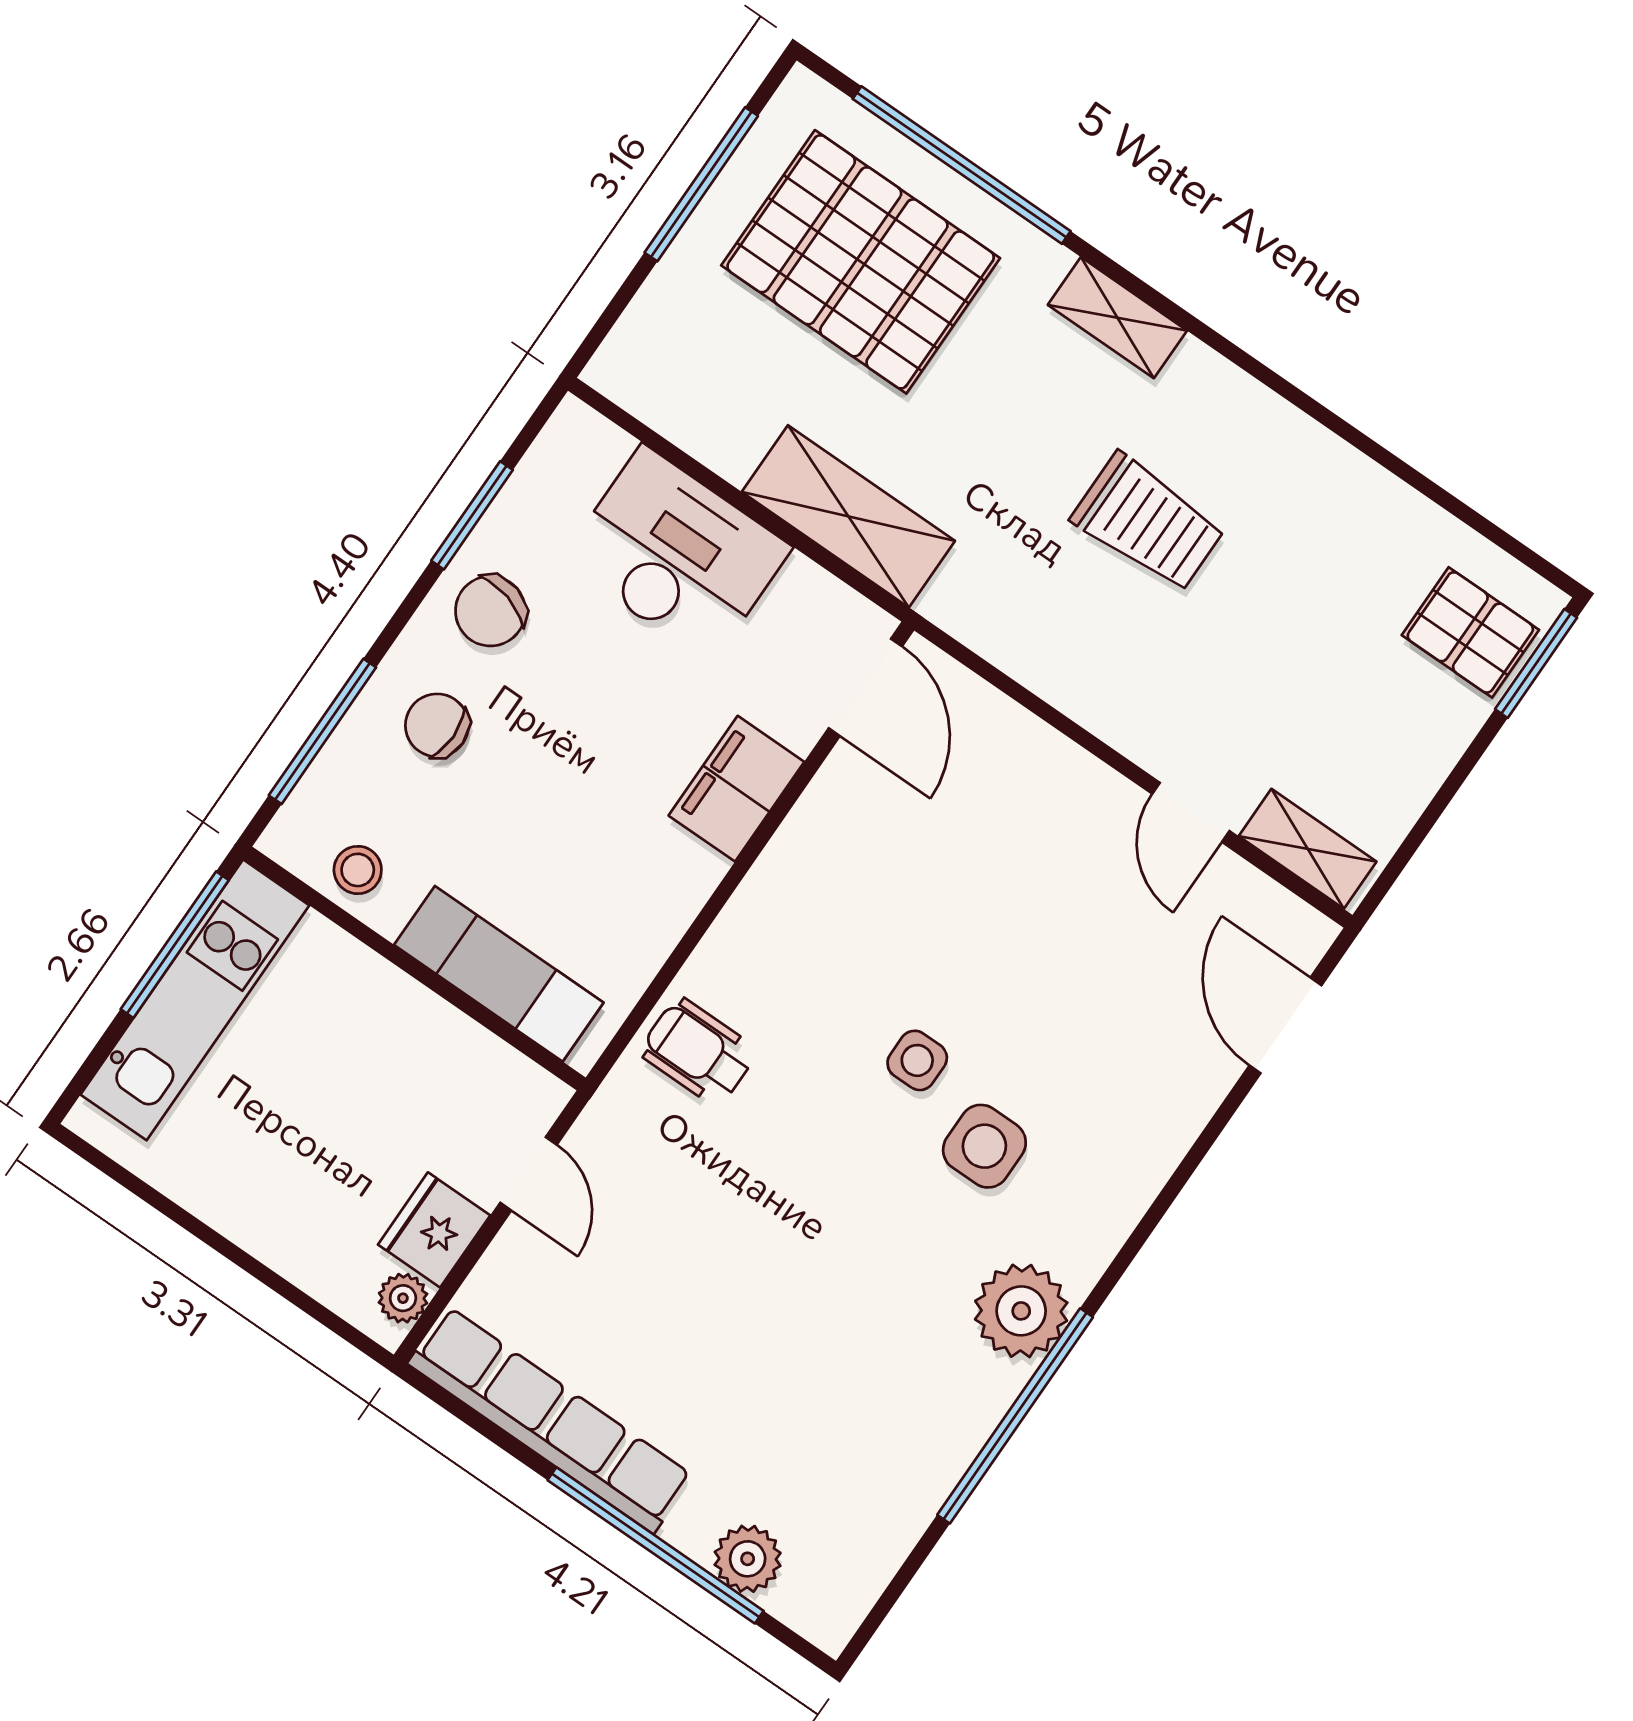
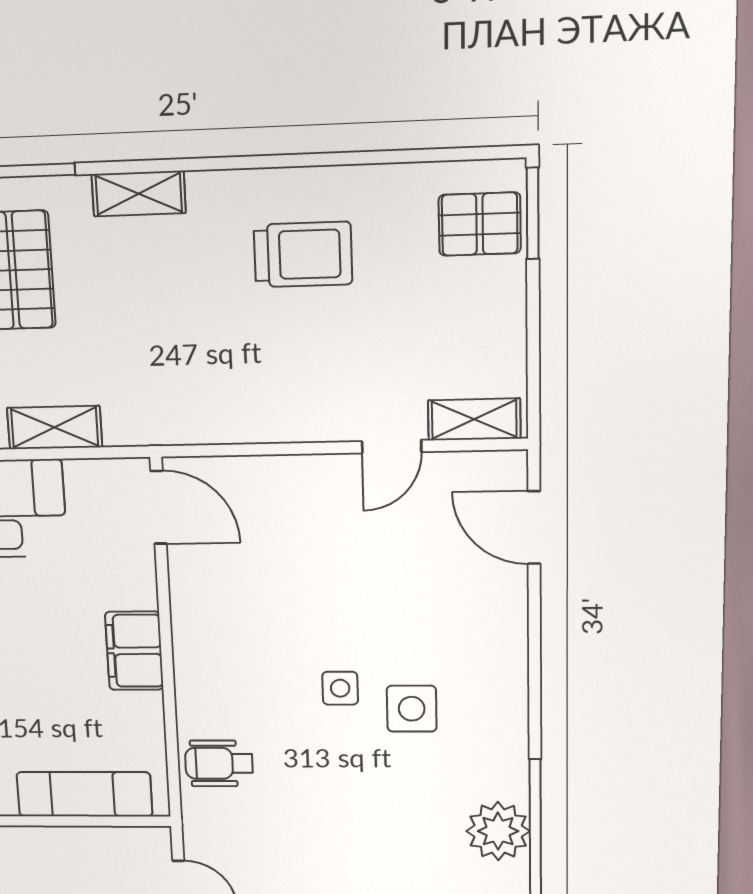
shelving: (848, 516) -> (55, 427), width x0.67, depth x0.75
trolley: (1148, 523) -> (303, 254), moved
filing cabinet: (736, 789) -> (134, 651), moved
door: (1191, 812) -> (392, 447), hinge flipped
plant: (1021, 1311) -> (498, 831), moved

